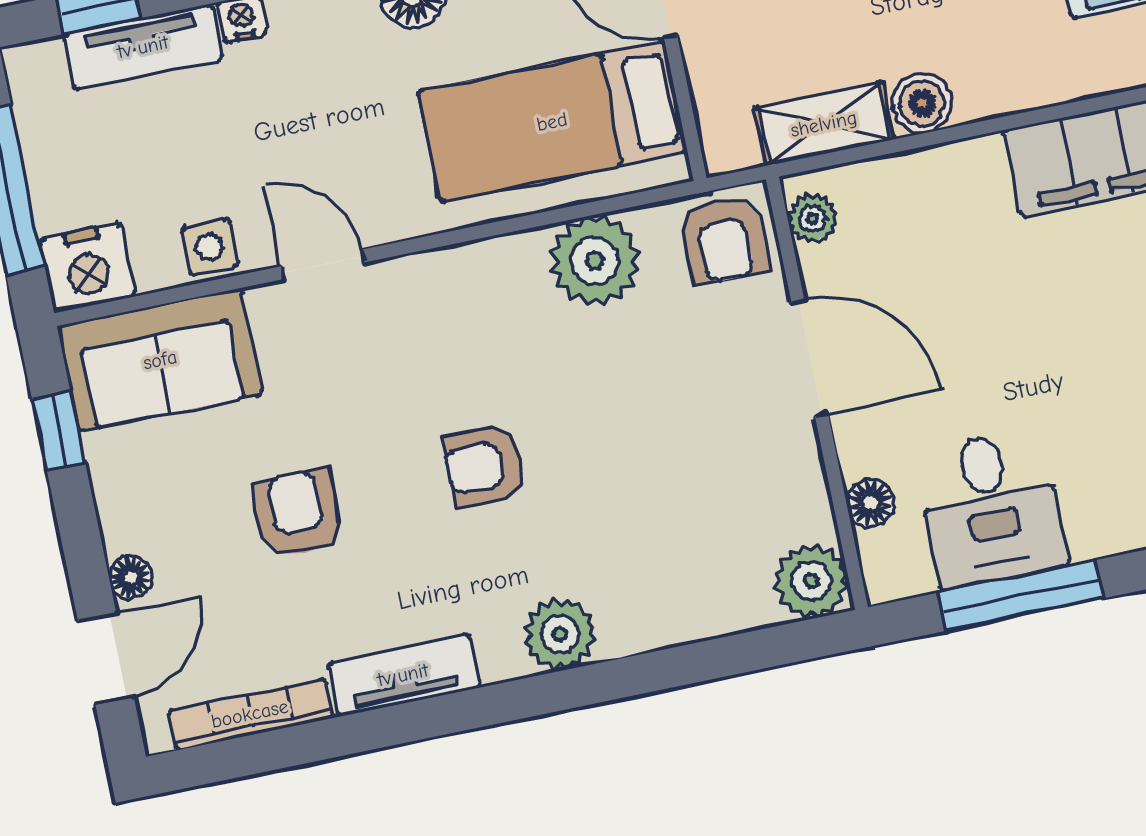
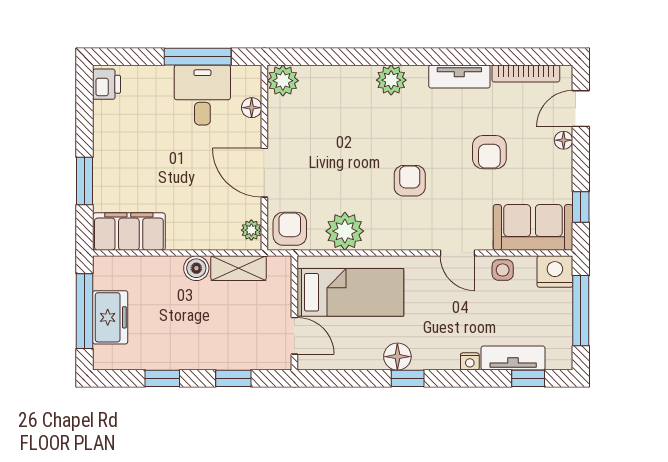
armchair: (485, 466) -> (410, 181), moved, turned -91

